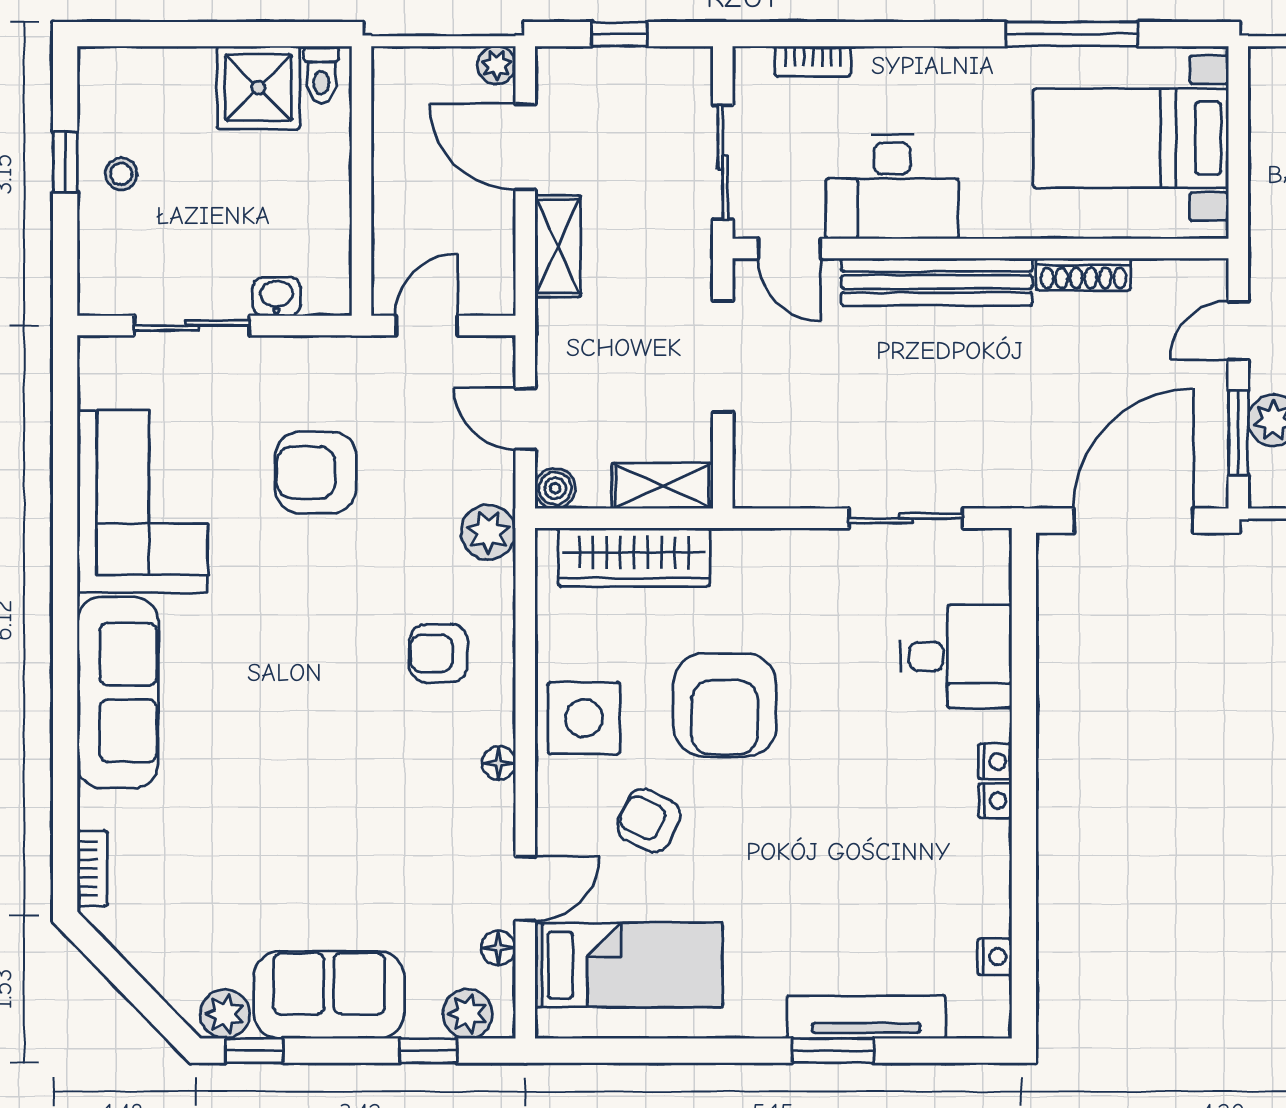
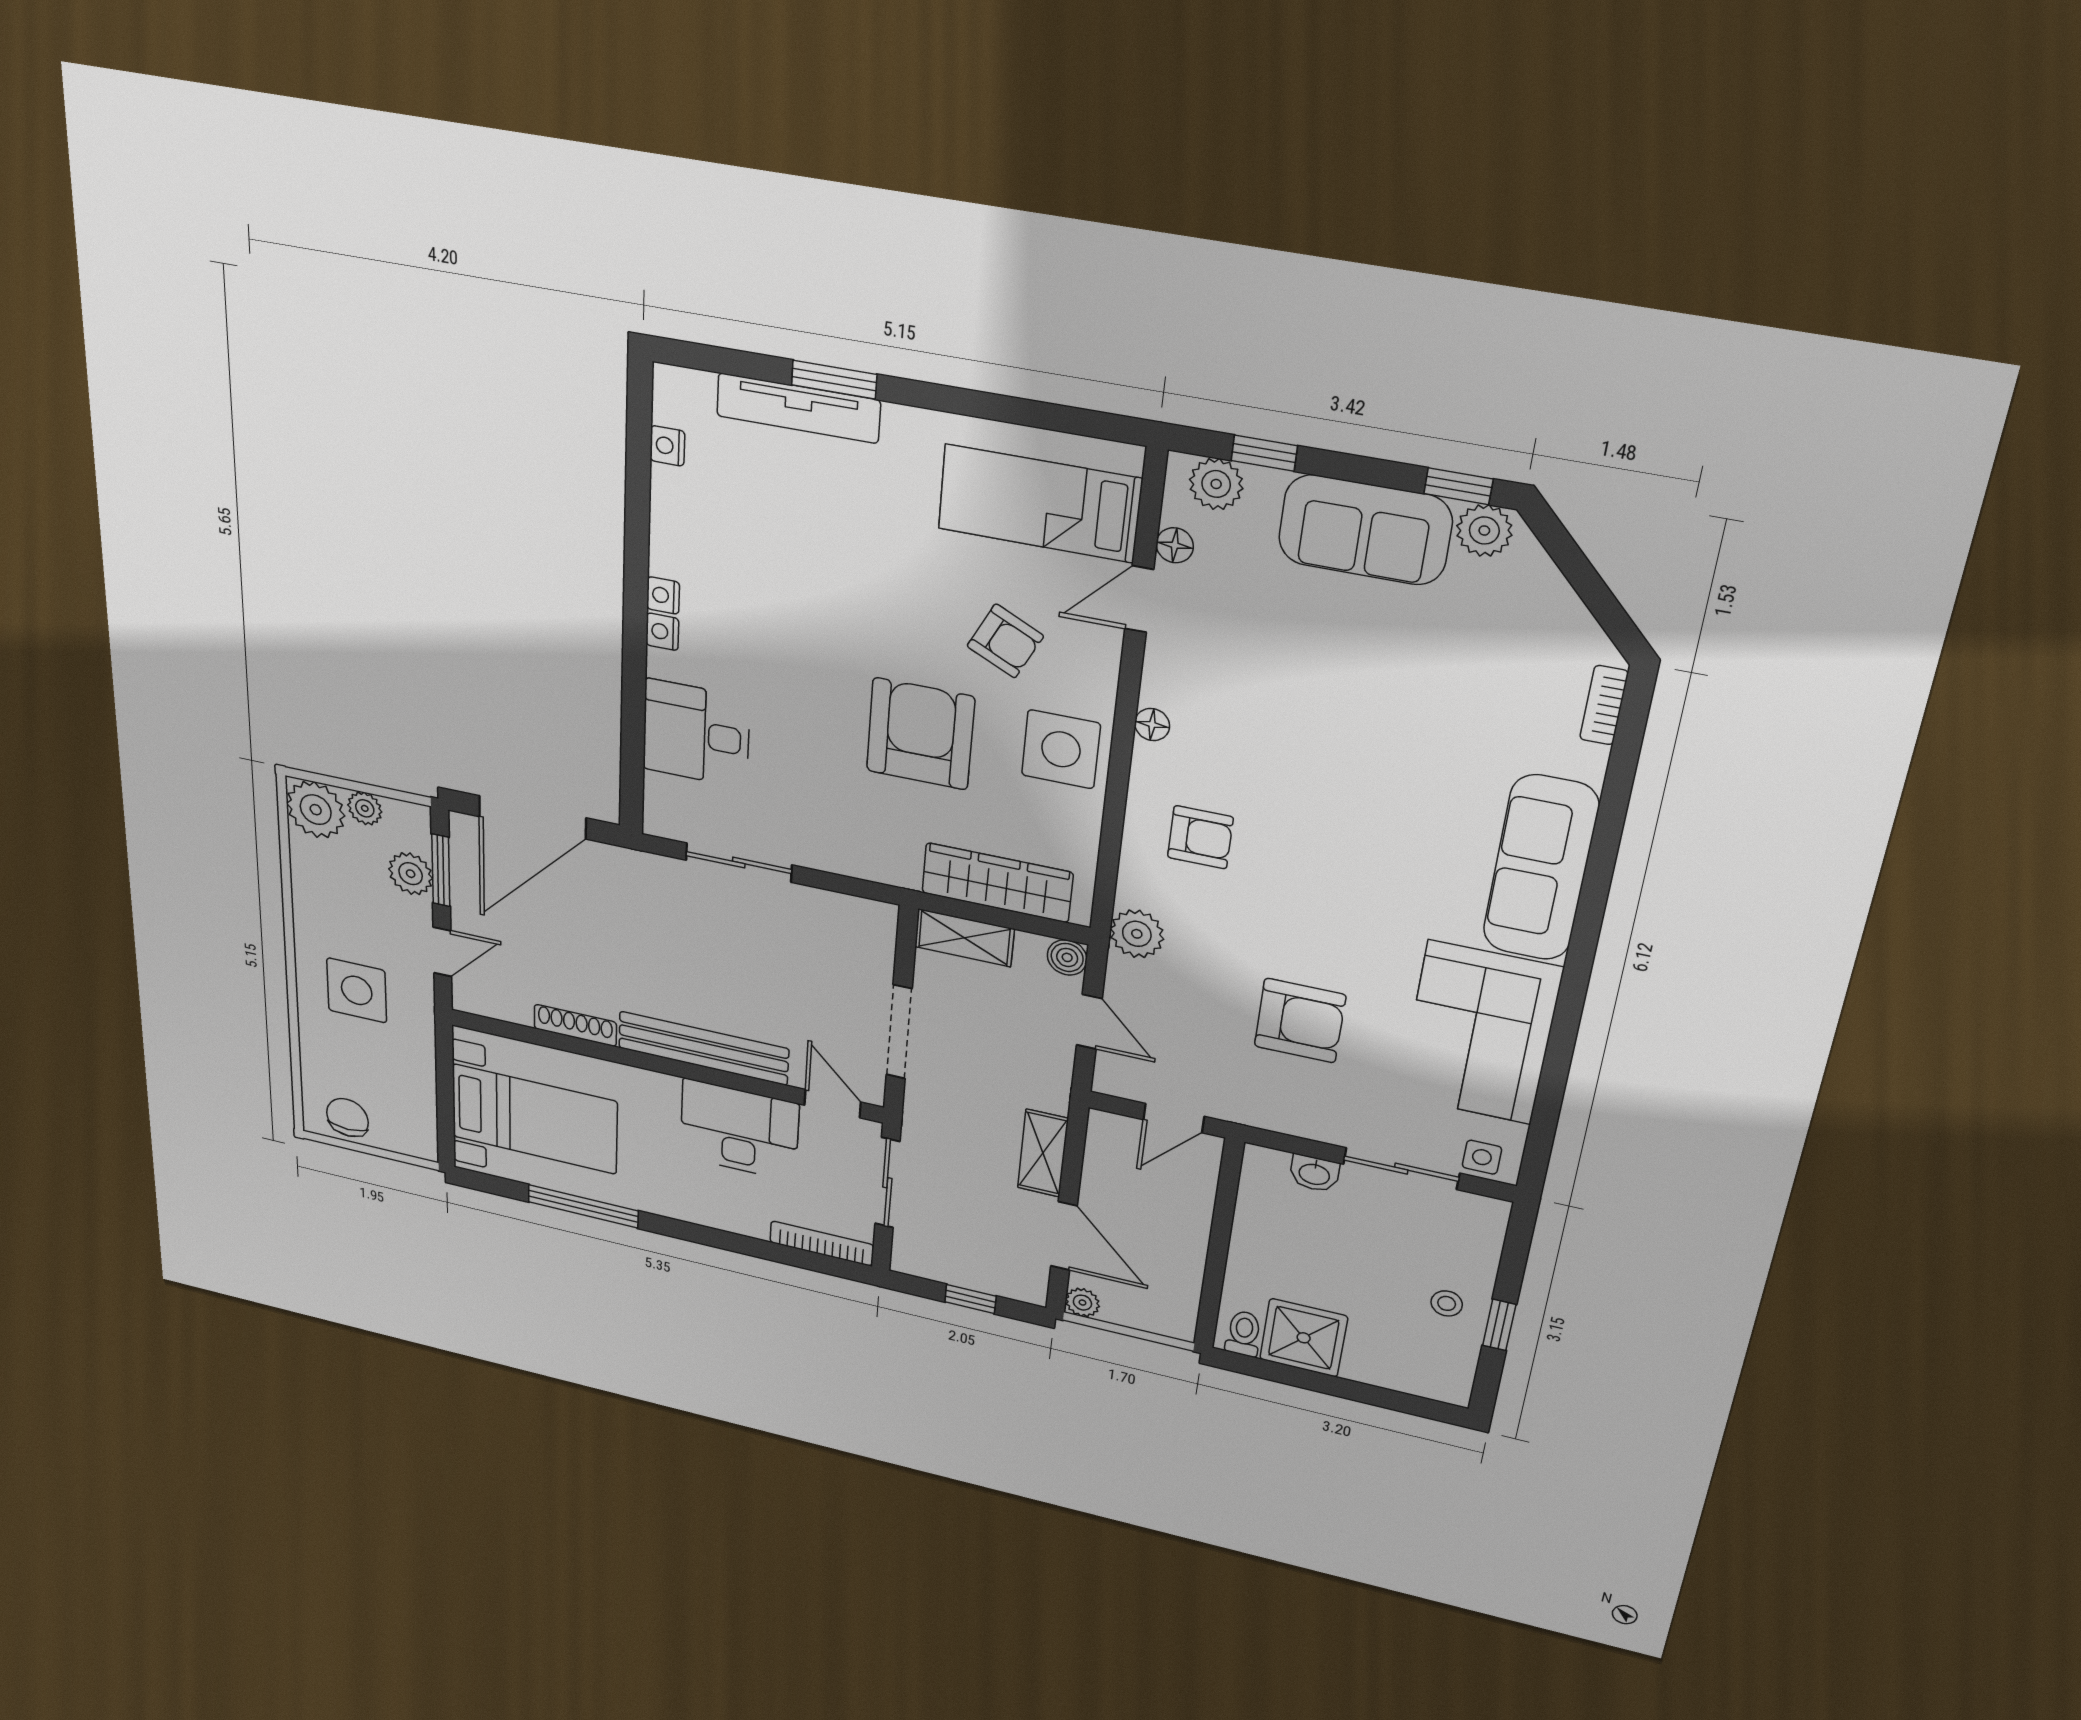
bookcase: (813, 61) -> (822, 1243), width x1.56
side table: (116, 360) -> (1482, 1157), added

